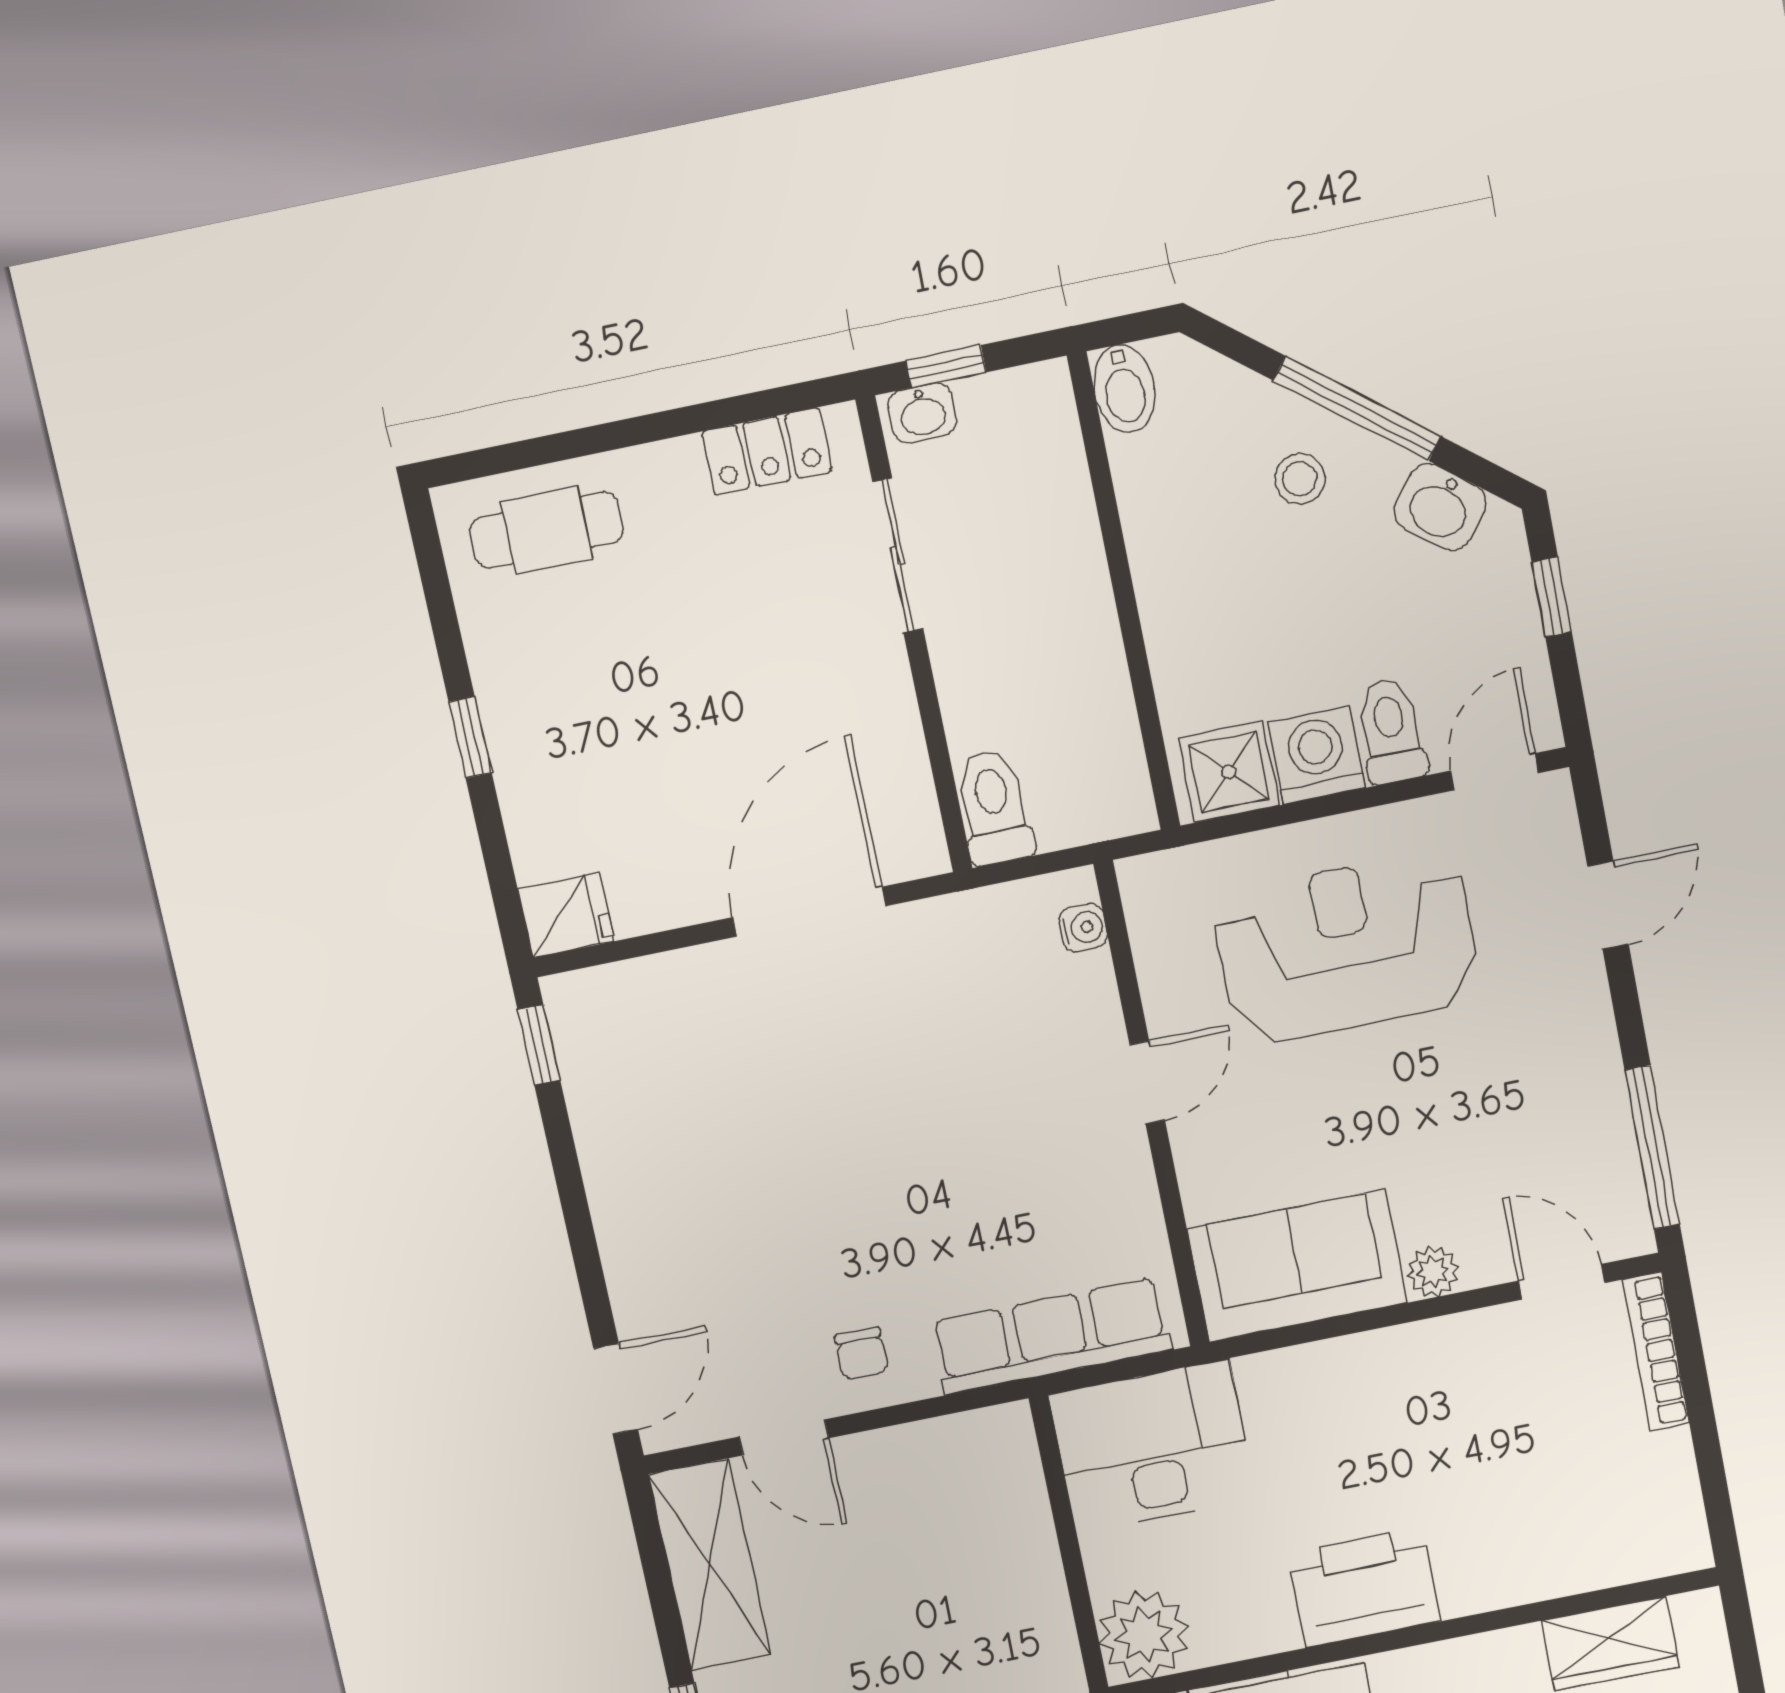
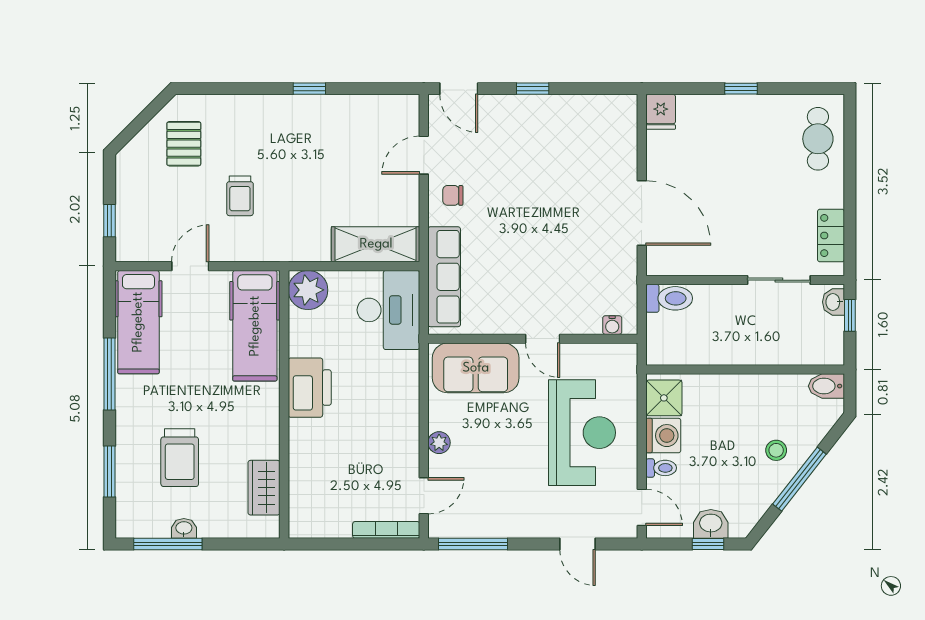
washbasin: (1440, 507) -> (711, 524), moved, turned 52
toilet: (1391, 731) -> (661, 468), width x0.73, depth x0.72
window: (539, 1045) -> (533, 89), moved
sofa: (1297, 1266) -> (476, 368), moved, turned 90
shelving: (710, 1565) -> (376, 244), moved

